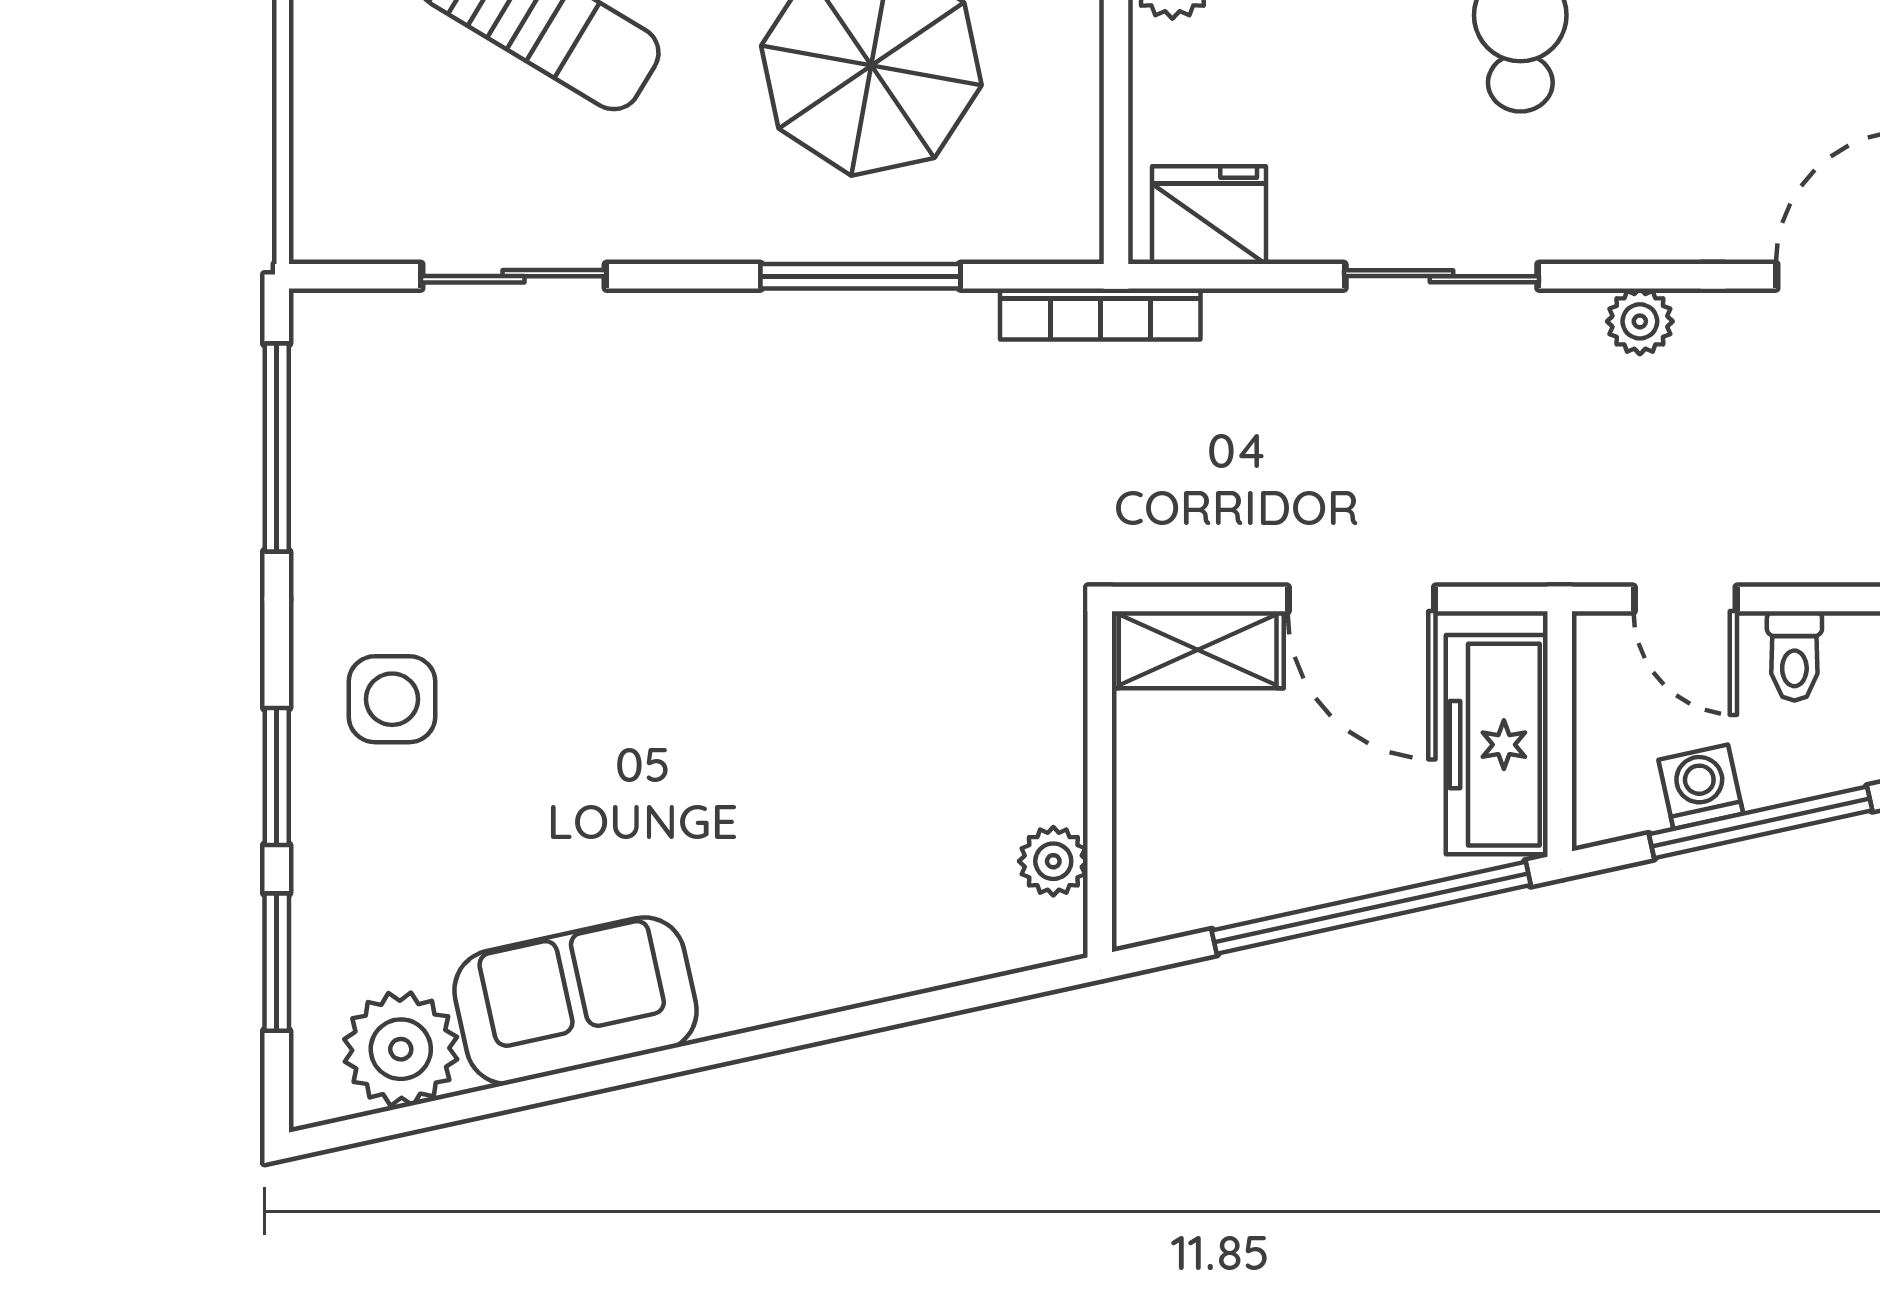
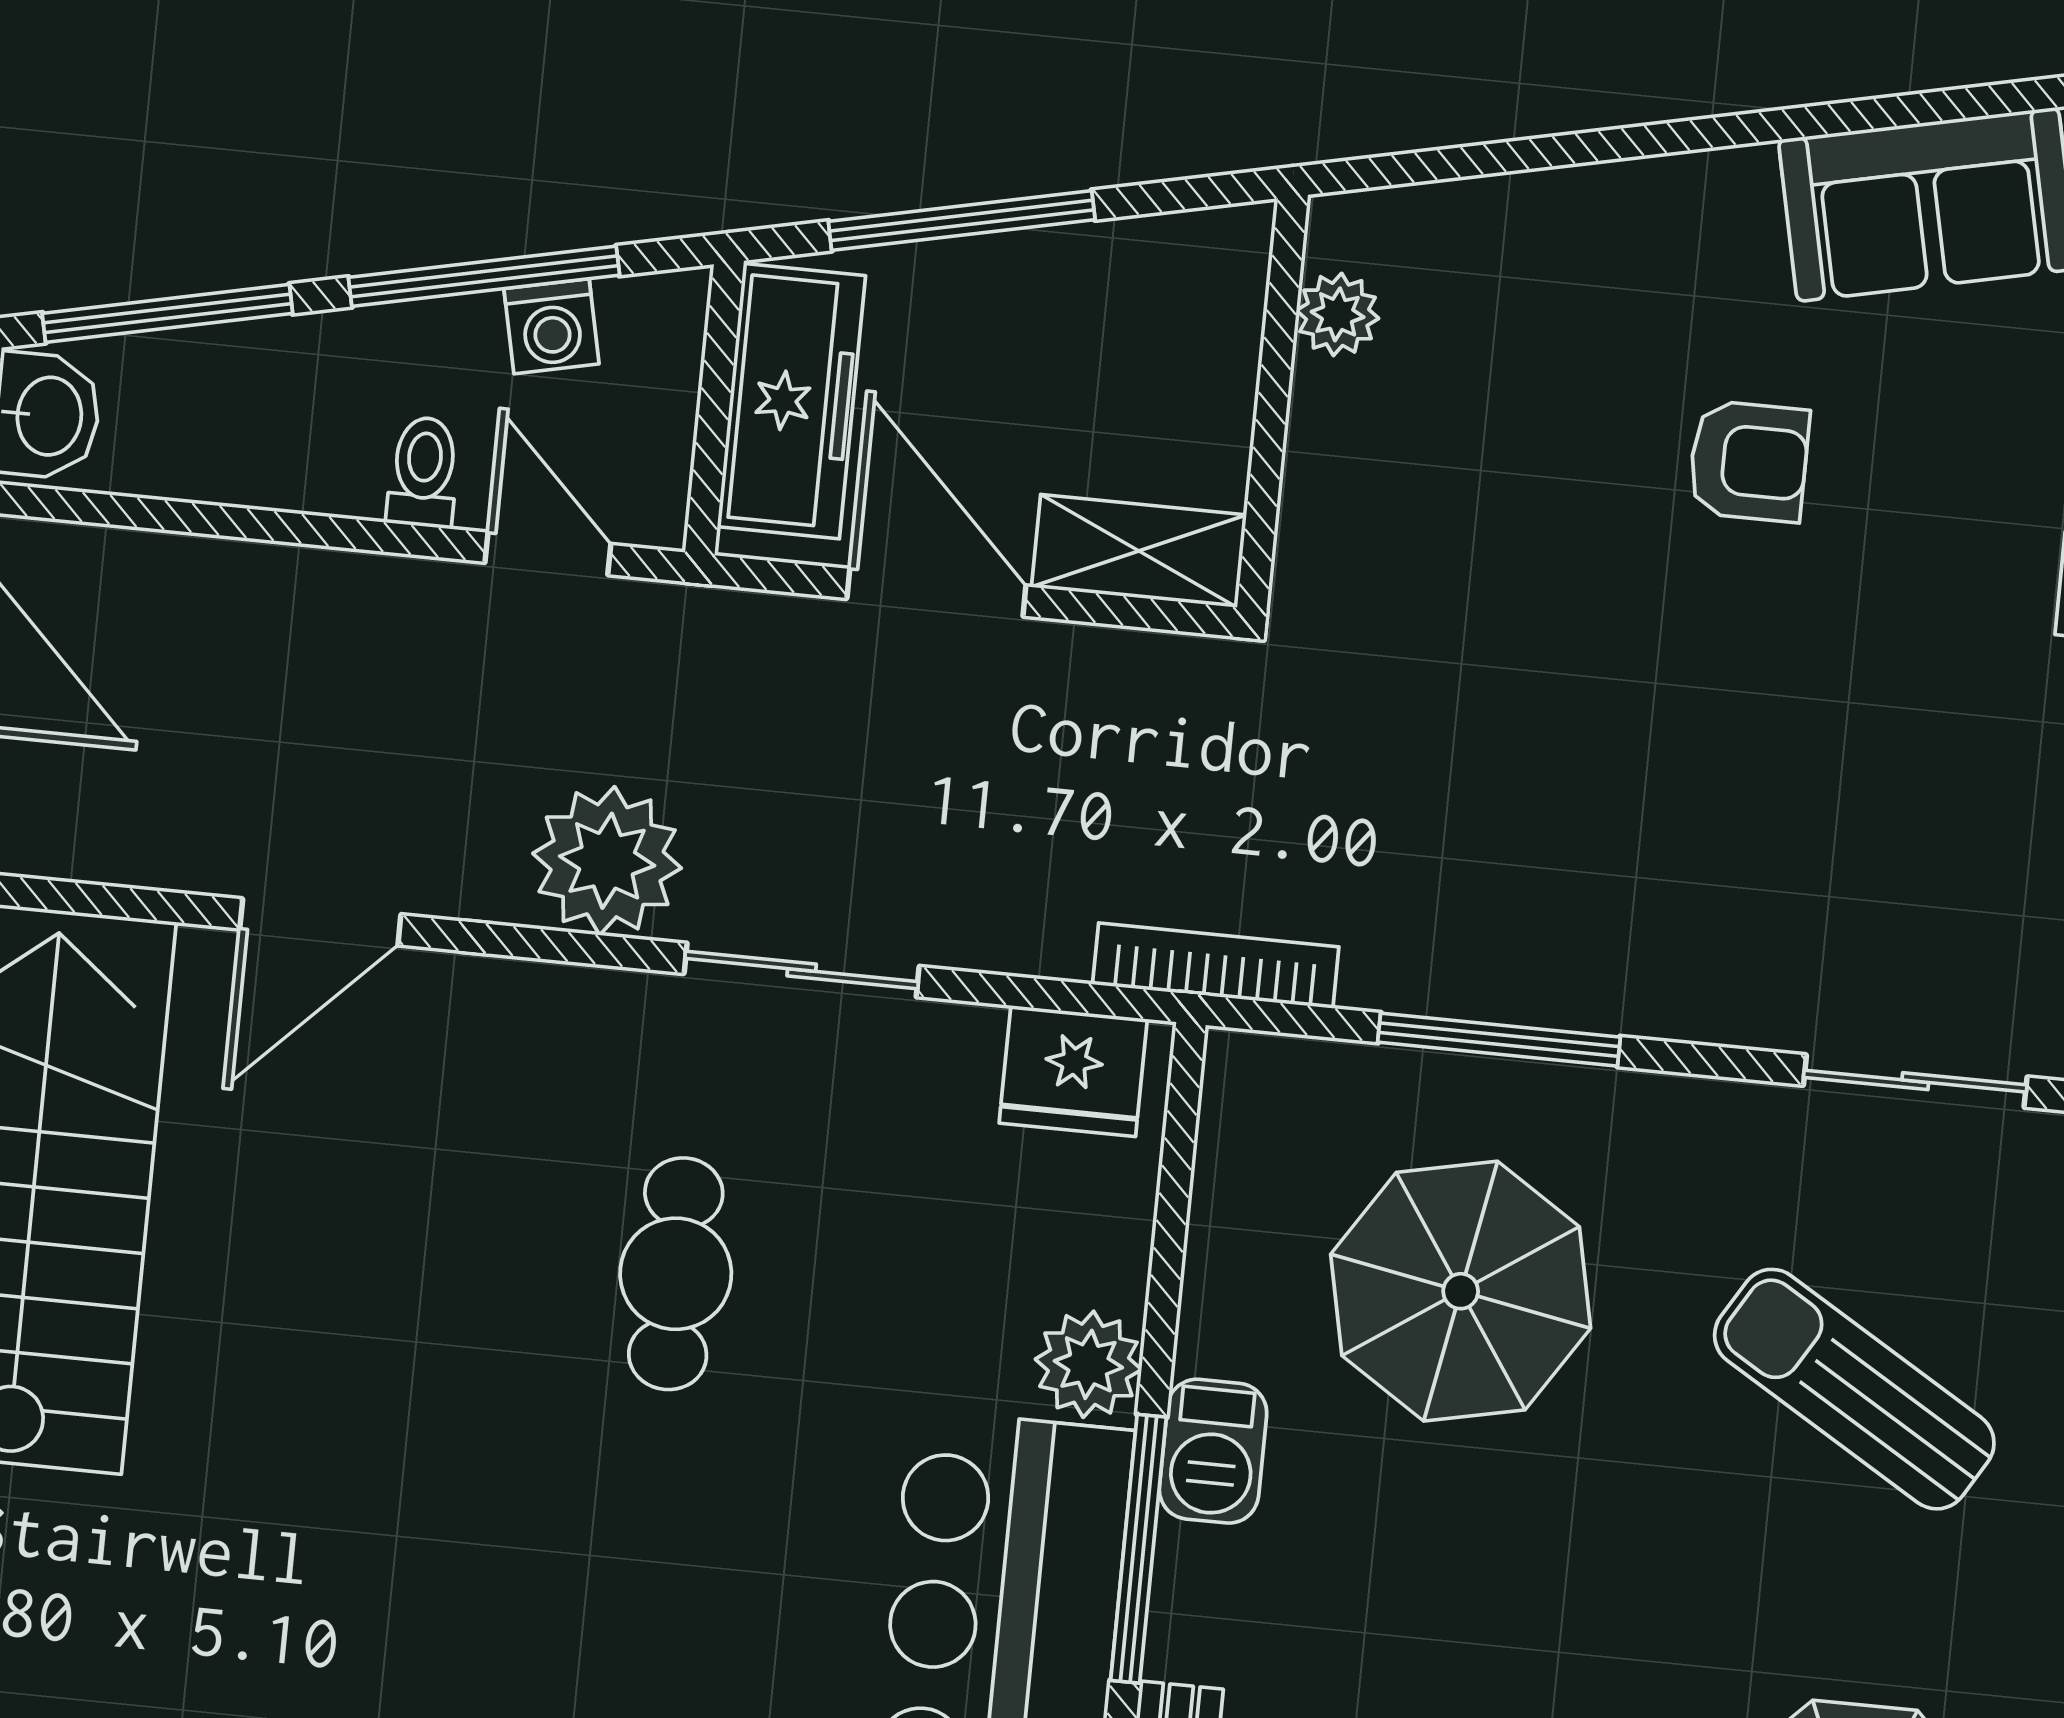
plant: (1640, 321) -> (607, 861), width x1.88, depth x1.88
armchair: (702, 774) -> (1749, 461), added
window: (1371, 908) -> (962, 220), width x0.68

